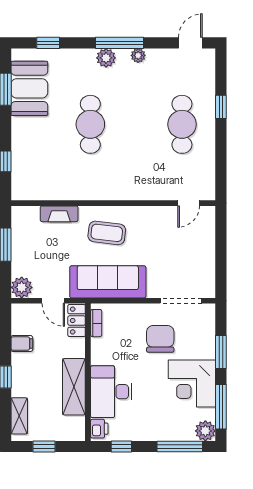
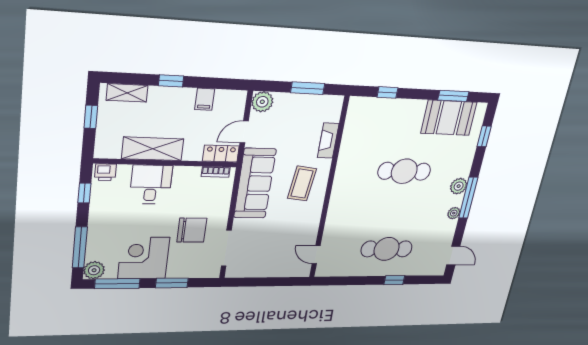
desk: (111, 392) -> (151, 185), width x0.73

